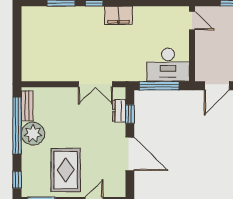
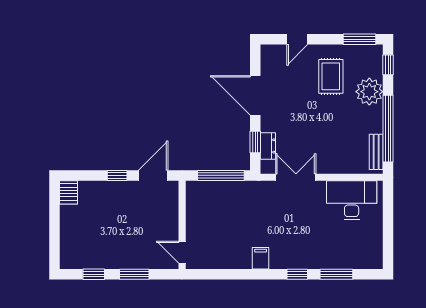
filing cabinet: (118, 15) -> (261, 258), width x0.50
desk: (168, 65) -> (352, 200), moved
plant: (33, 134) -> (369, 92), moved
rug: (66, 170) -> (331, 76), width x0.73, depth x0.70

